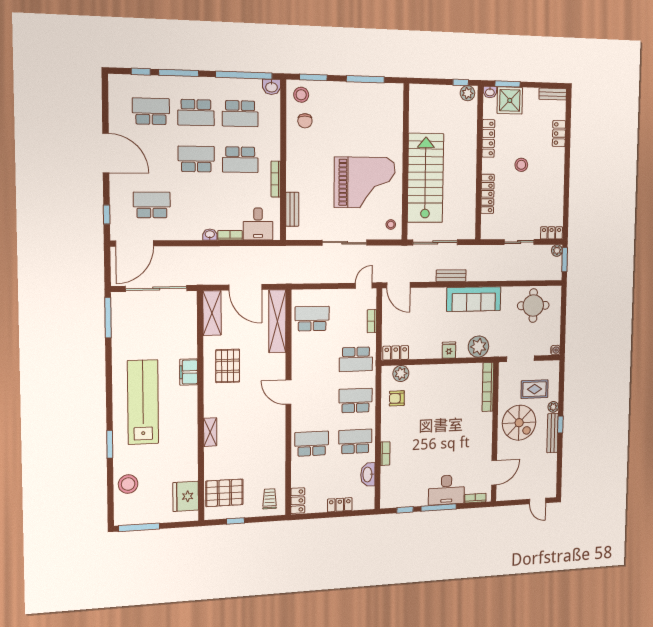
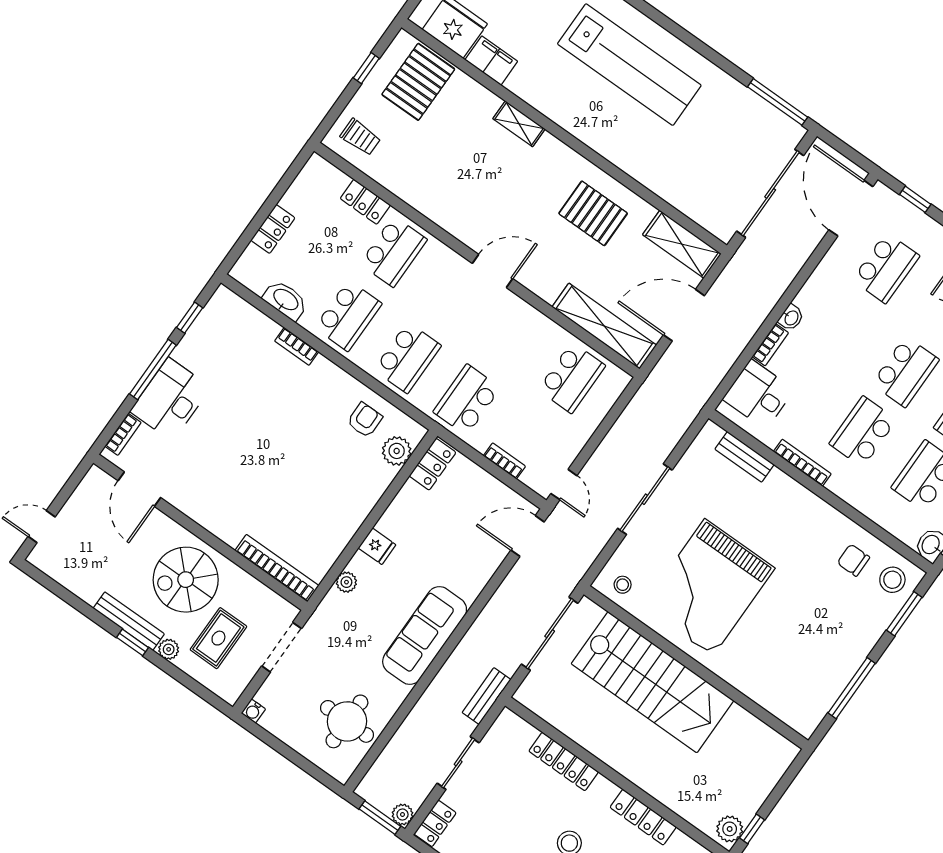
bench: (451, 276) -> (486, 696), moved
plant: (478, 347) -> (346, 582), width x0.53, depth x0.53
filing cabinet: (189, 372) -> (491, 60), moved
locker: (298, 501) -> (365, 202), moved

